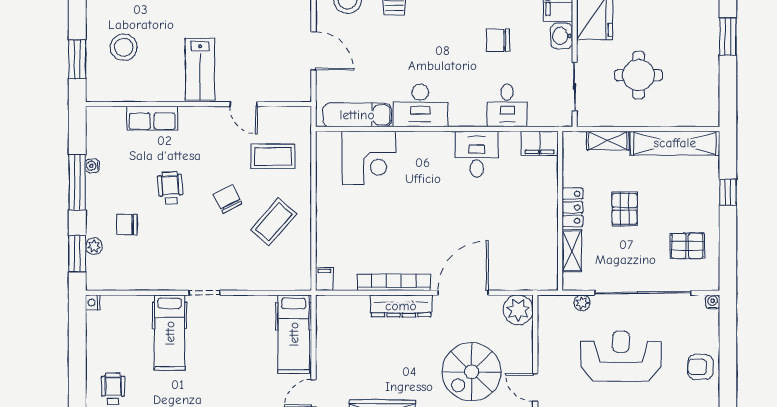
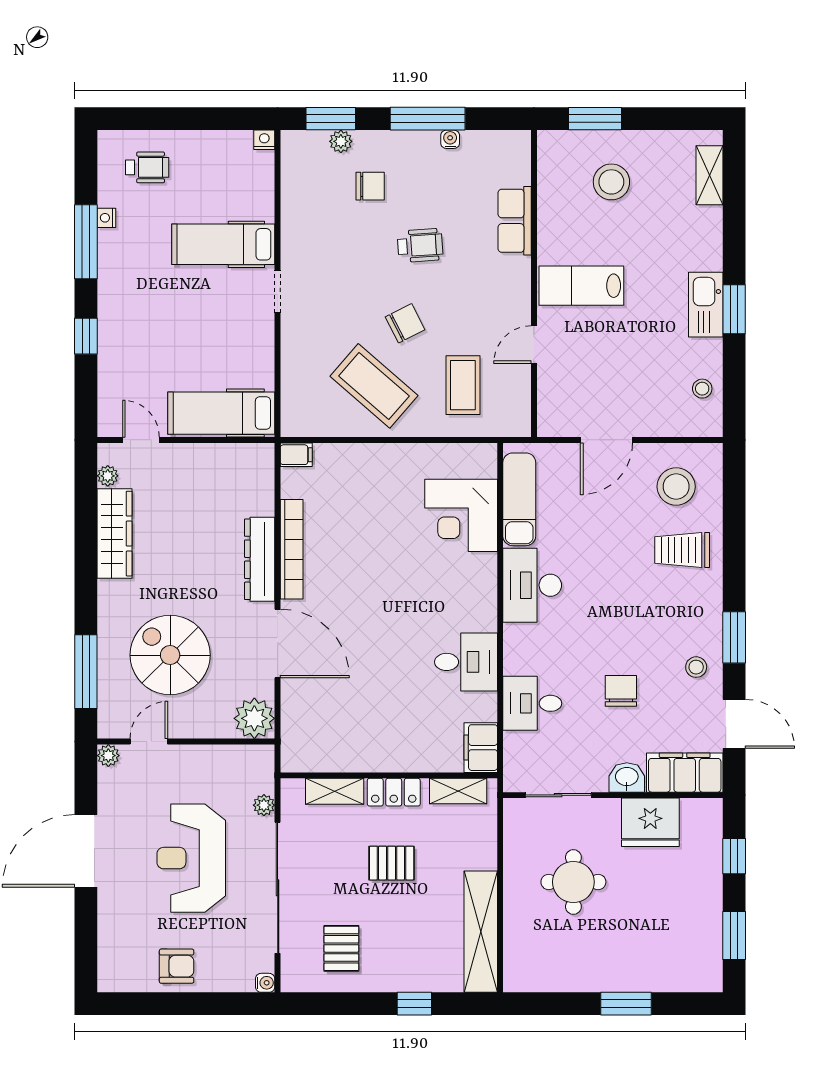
shelving: (608, 141) -> (458, 791), moved, turned 90
coffee table: (274, 222) -> (374, 386), width x1.36, depth x1.32
chair: (127, 225) -> (370, 186), turned 90
reception desk: (621, 356) -> (191, 858), turned 180
armchair: (700, 367) -> (177, 966), turned 90

